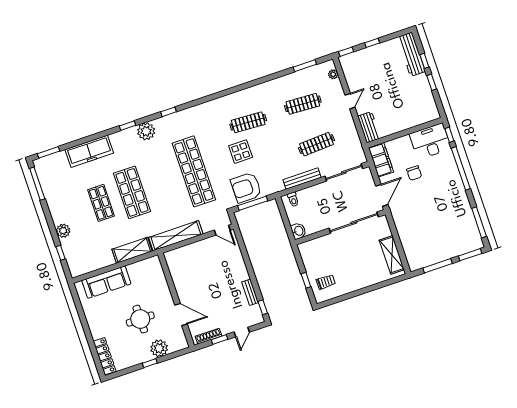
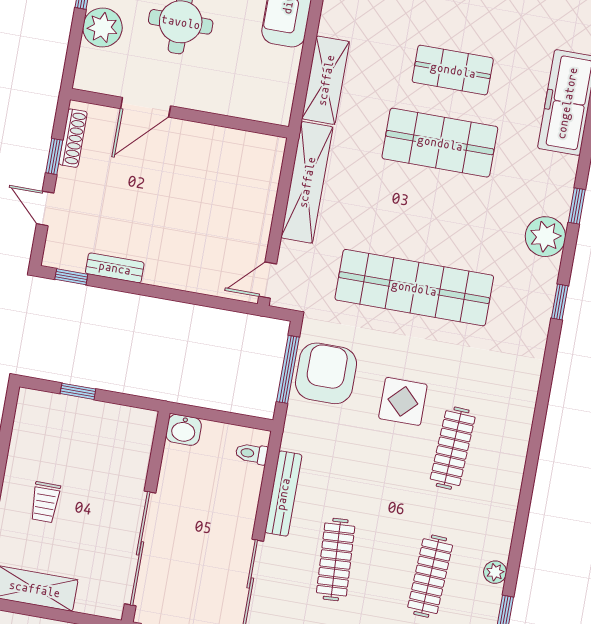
plant: (287, 79) -> (495, 572), added
trolley: (326, 282) -> (45, 502), moved

